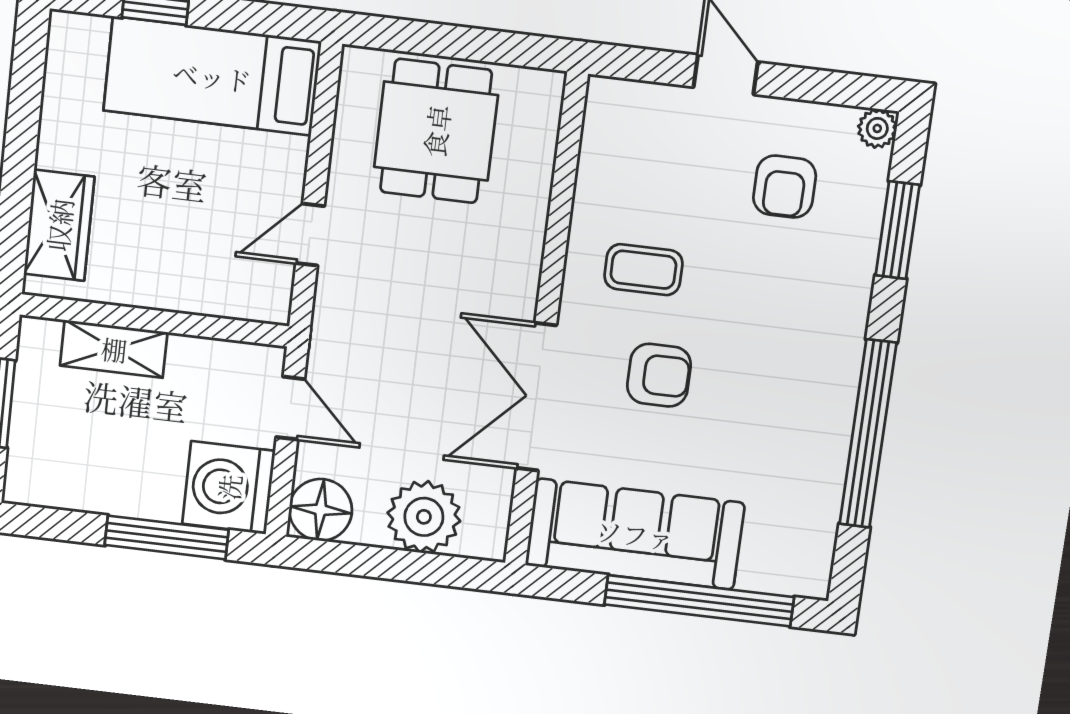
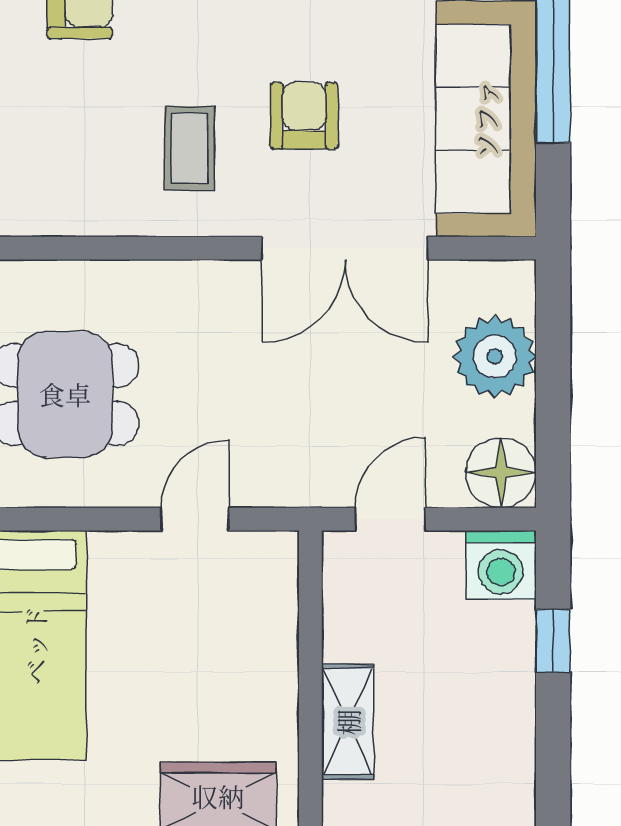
door: (310, 235) -> (195, 519), swing flipped
washing machine: (229, 487) -> (501, 565), width x0.73, depth x0.73
window: (167, 537) -> (553, 641), width x0.46

